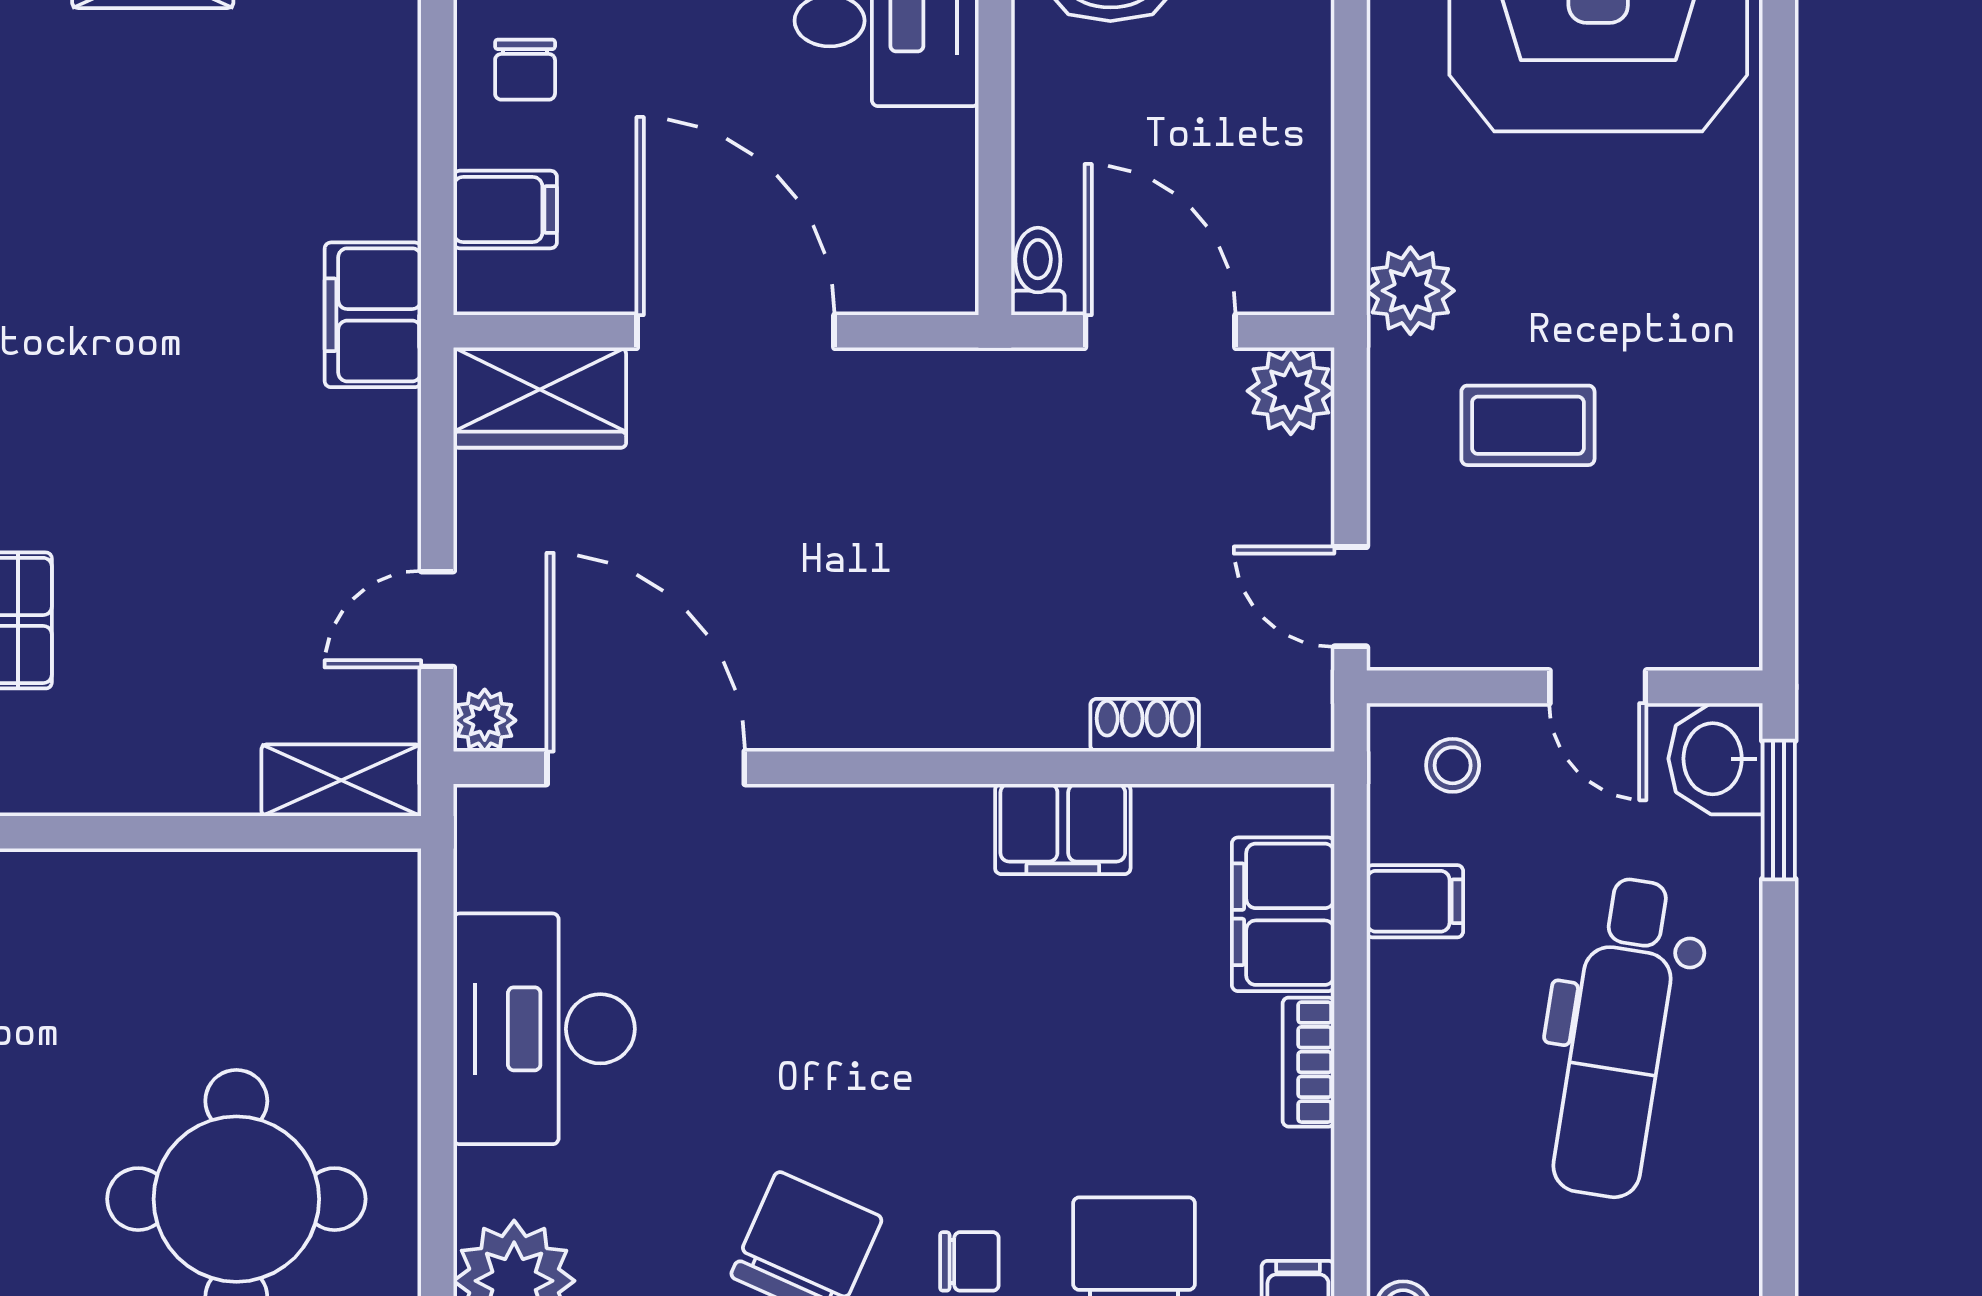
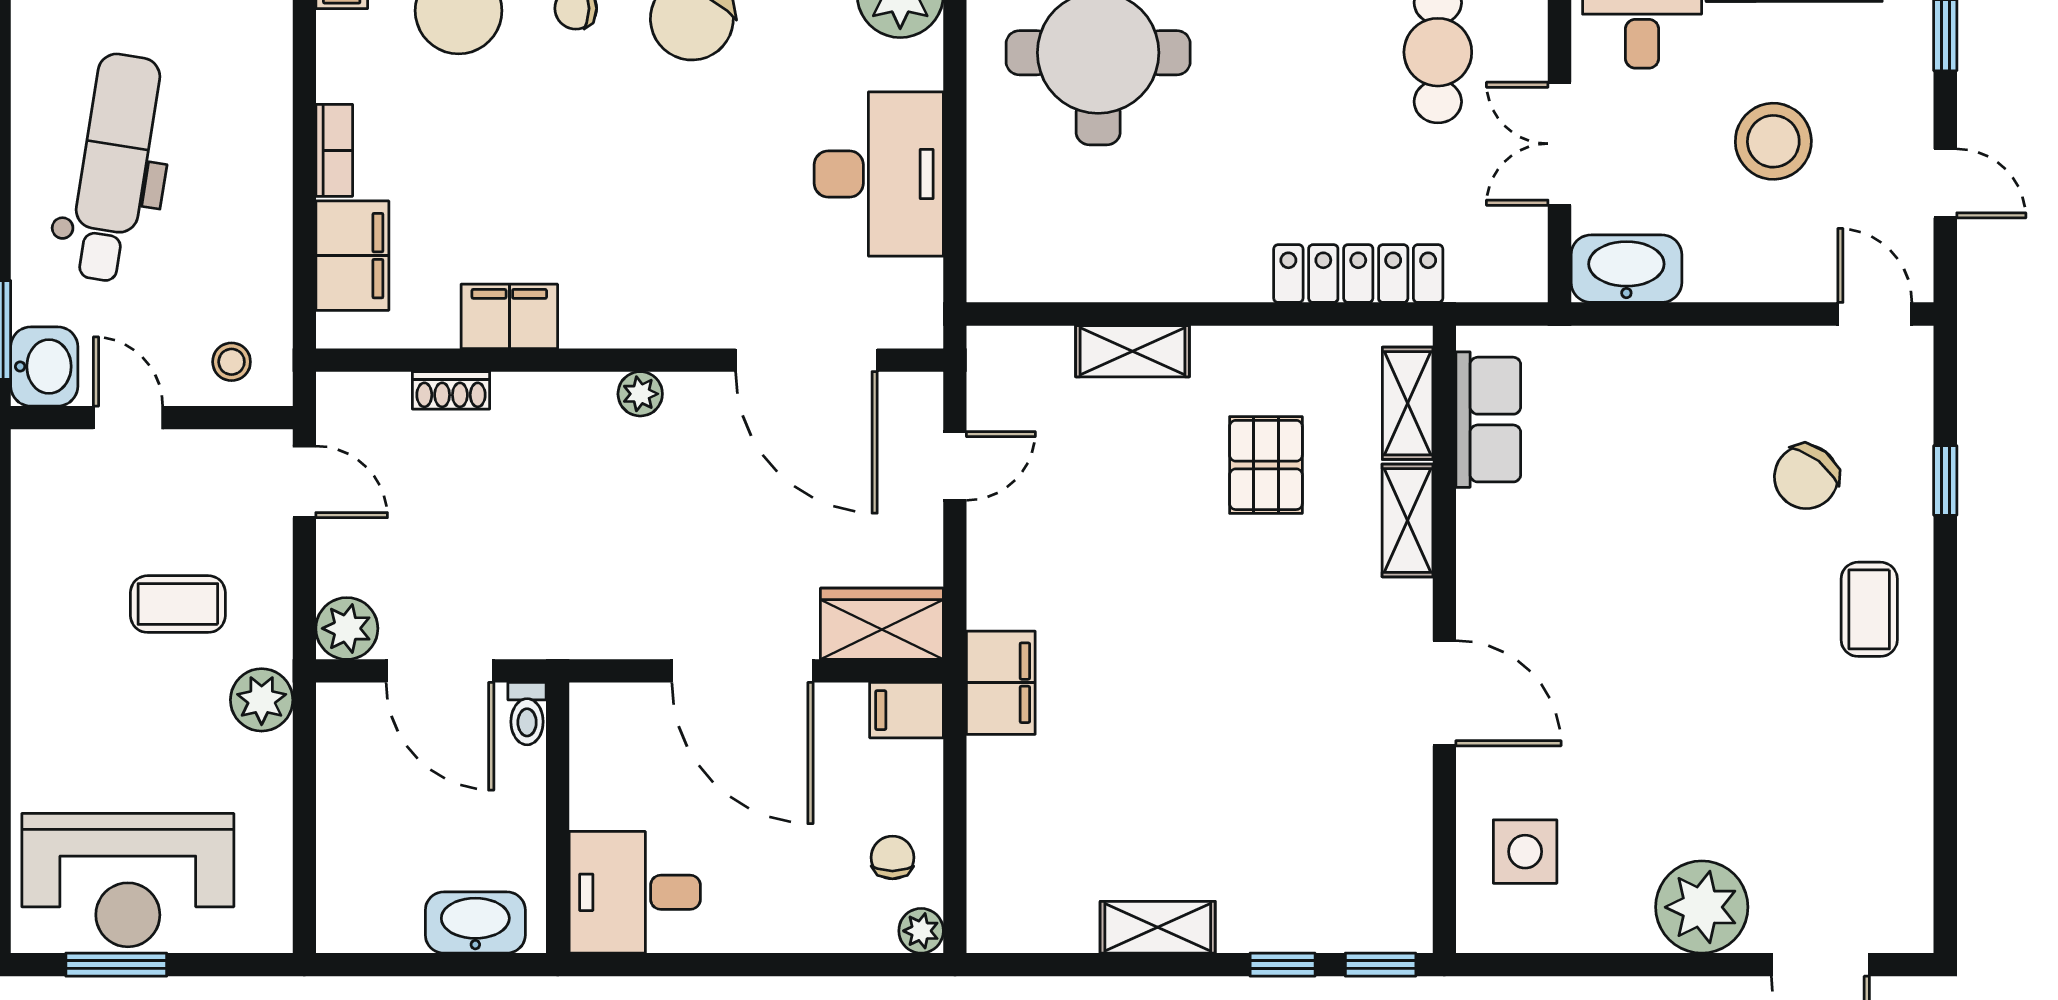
filing cabinet: (505, 210) -> (907, 710), moved
plant: (485, 720) -> (640, 394), moved
shelving: (341, 780) -> (1133, 351), moved
filing cabinet: (1415, 901) -> (258, 265), removed

